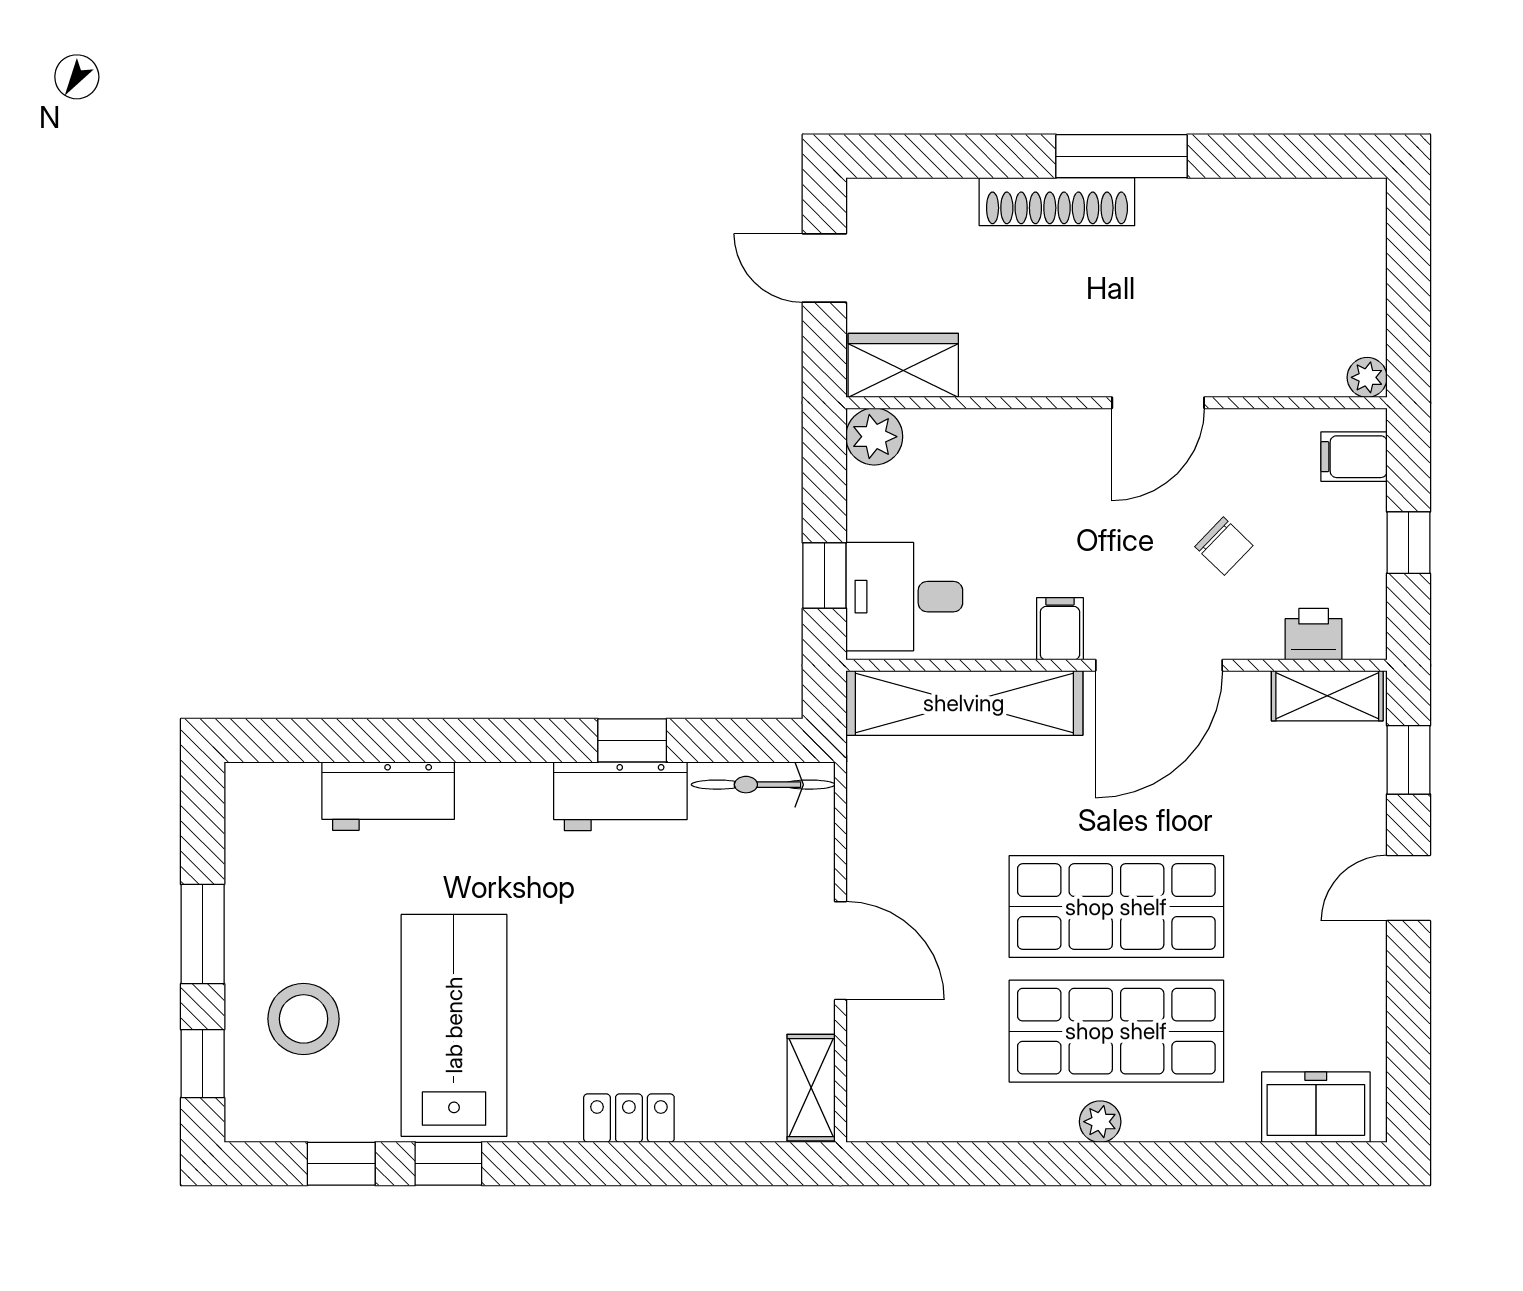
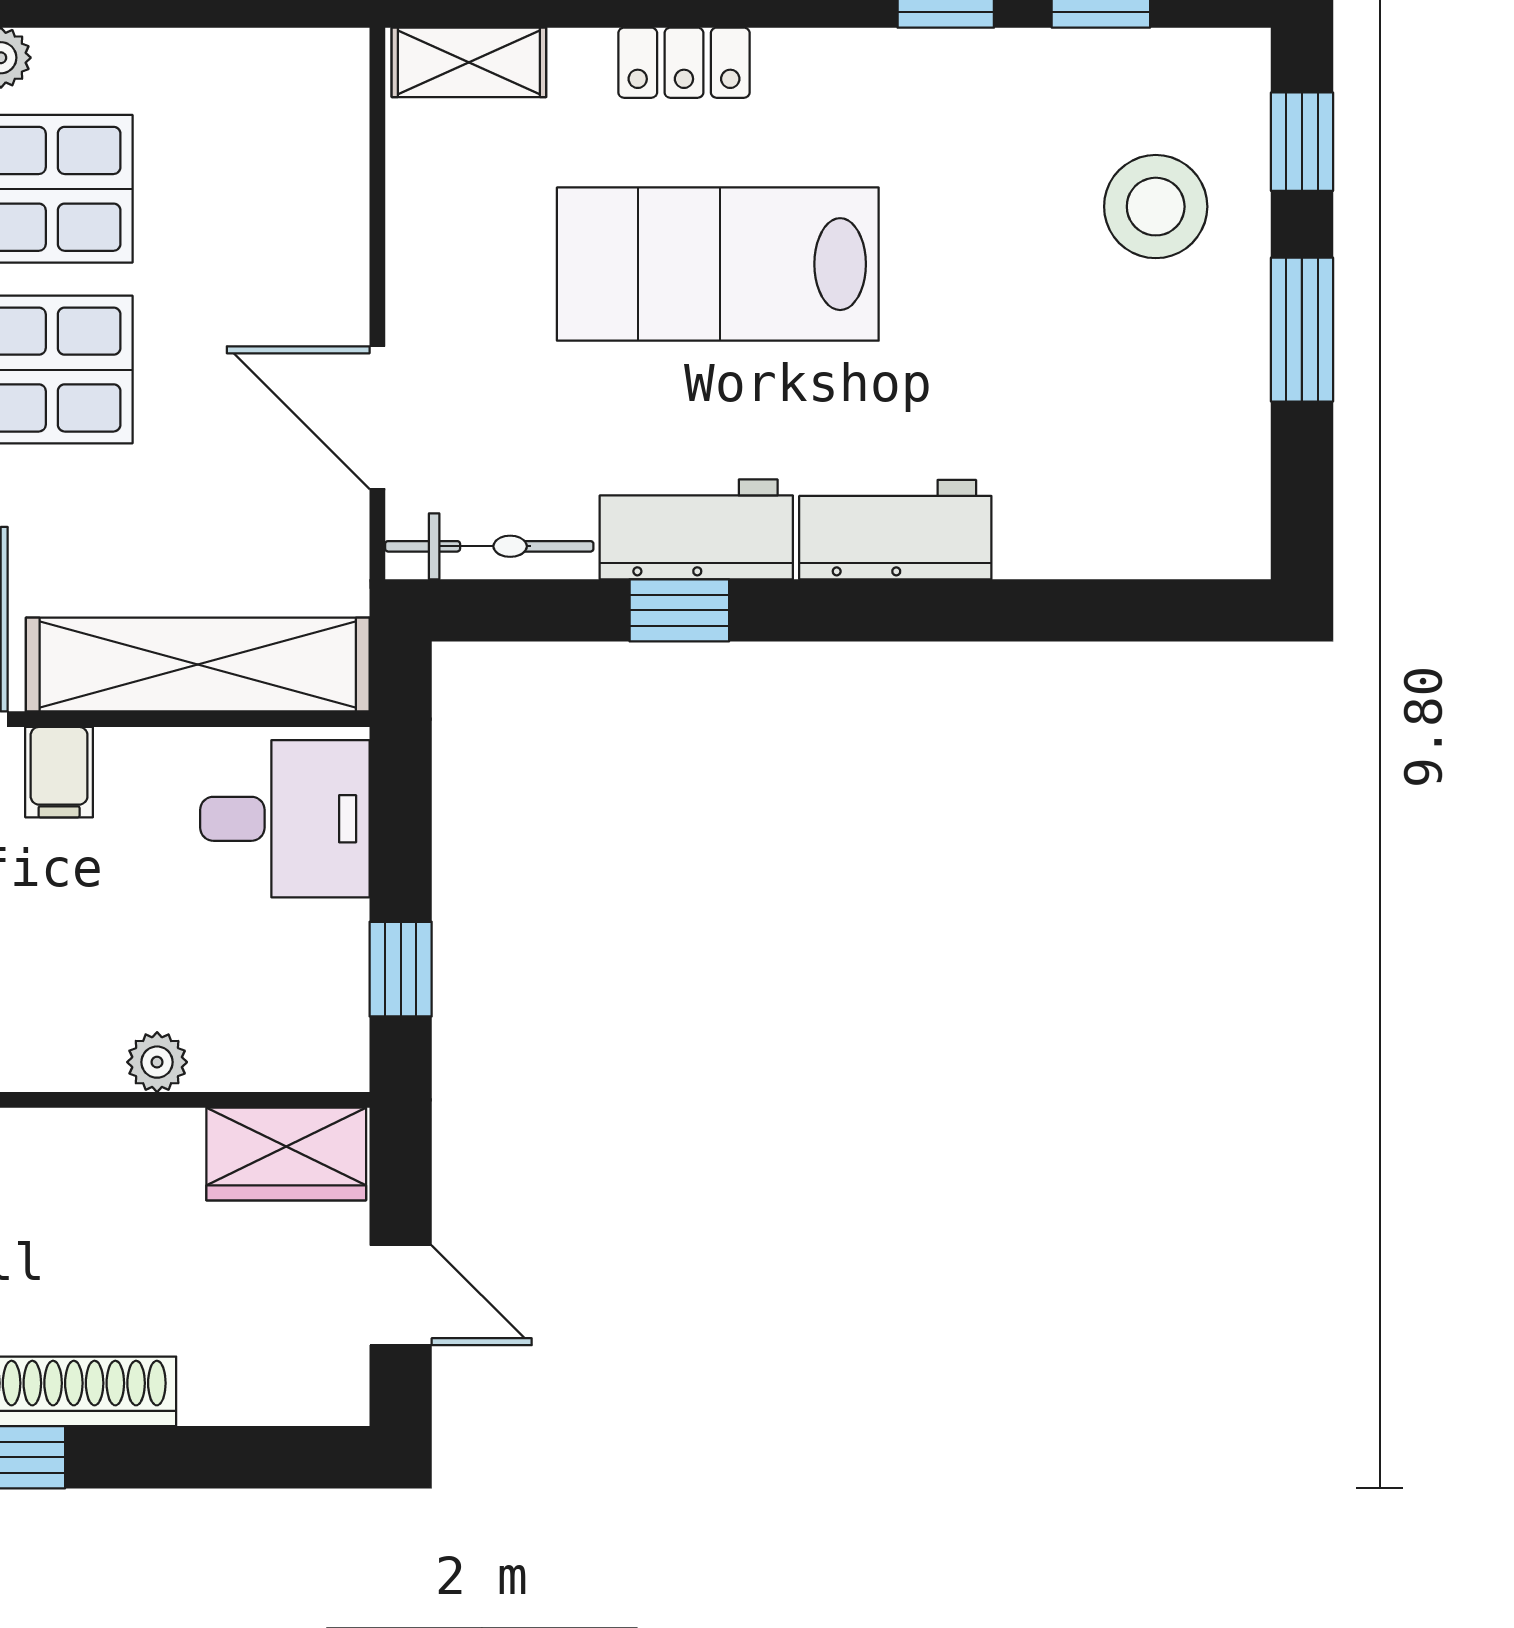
plant: (874, 437) -> (157, 1062), moved, width x0.73, depth x0.73
window: (824, 575) -> (401, 969), moved
workbench: (388, 796) -> (895, 530), moved
door: (840, 951) -> (377, 418), moved
lab bench: (454, 1025) -> (718, 264), moved, turned 90
shelving: (811, 1088) -> (469, 62), moved, turned 90

